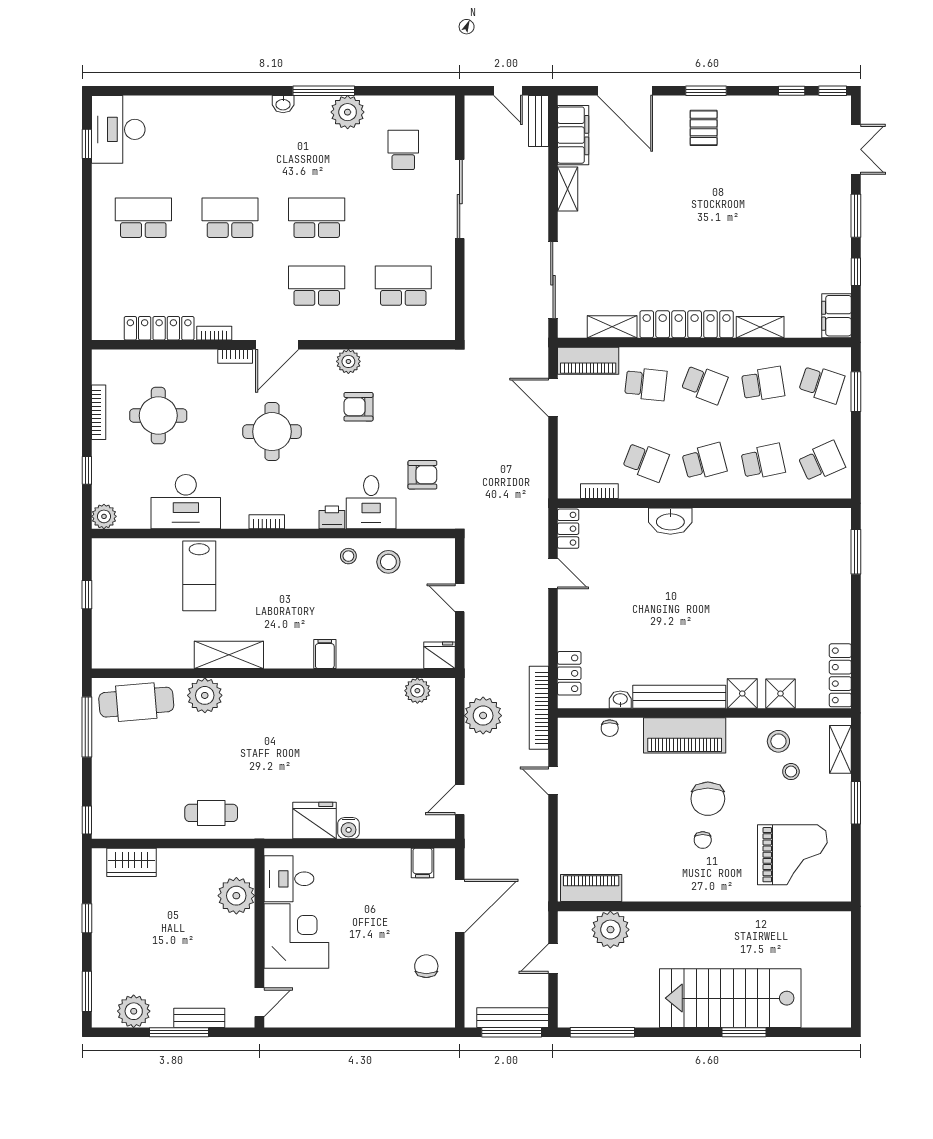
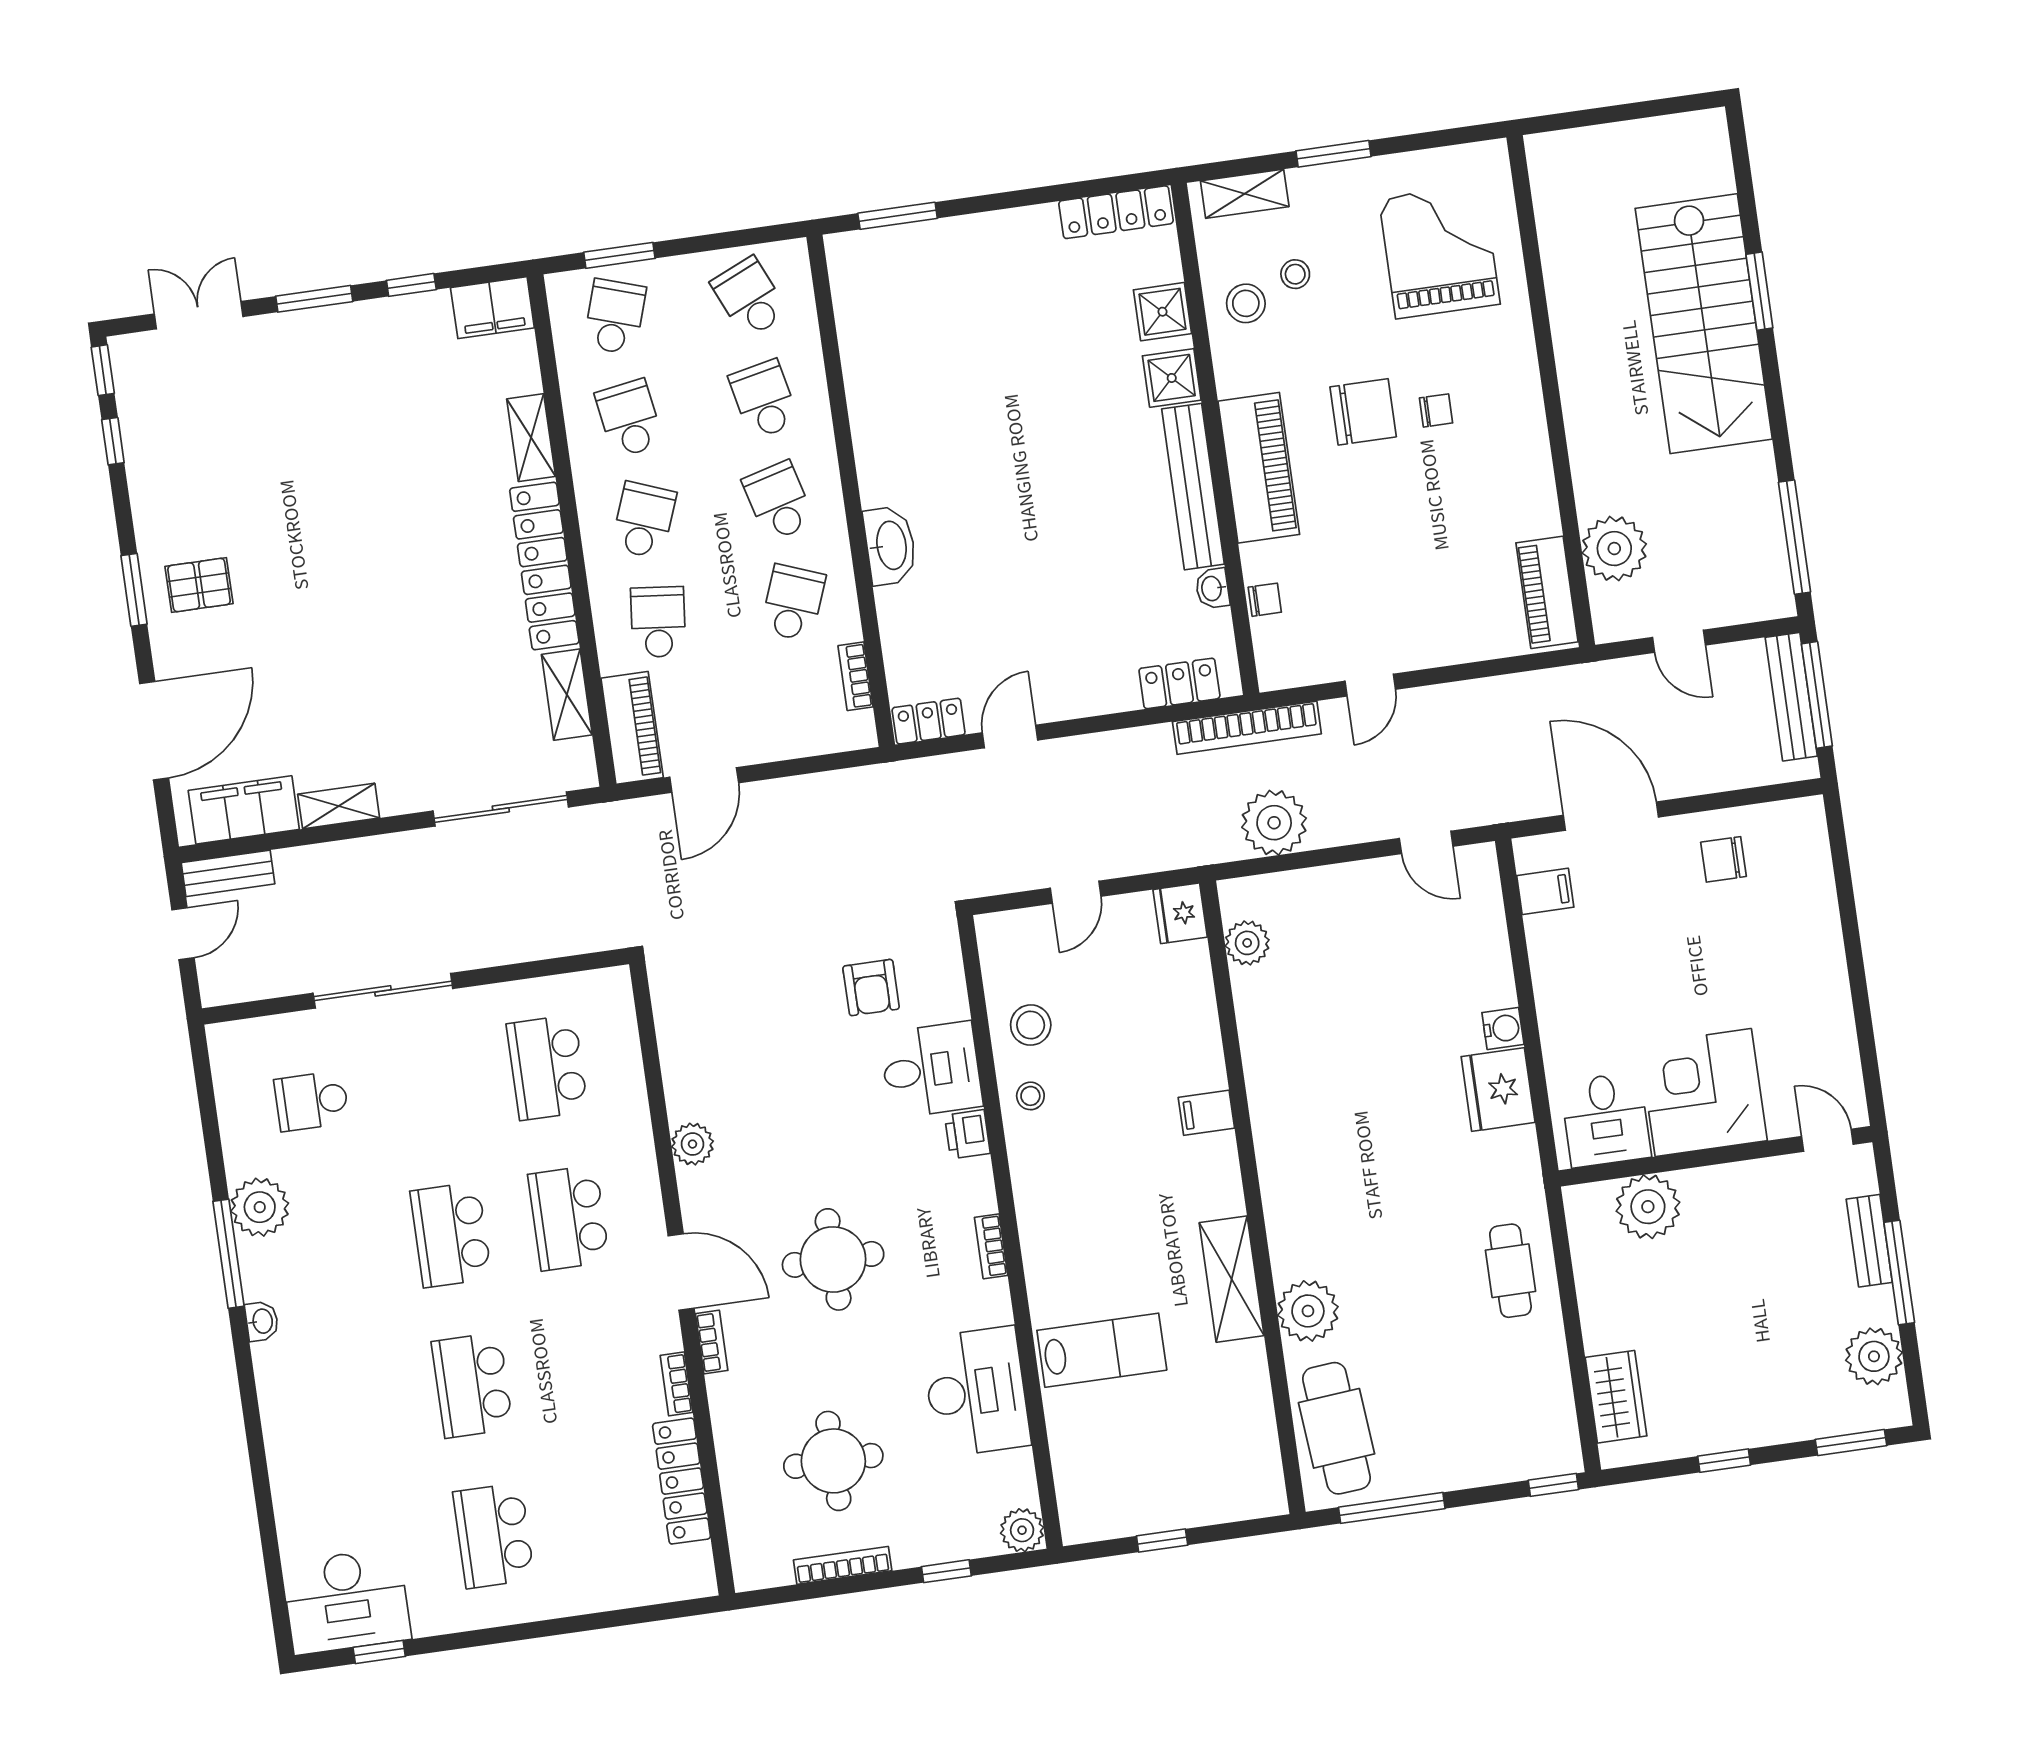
armchair: (358, 407) -> (769, 1115), removed
armchair: (422, 475) -> (871, 988), turned 180

